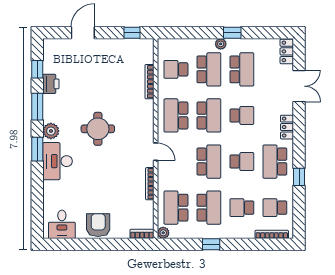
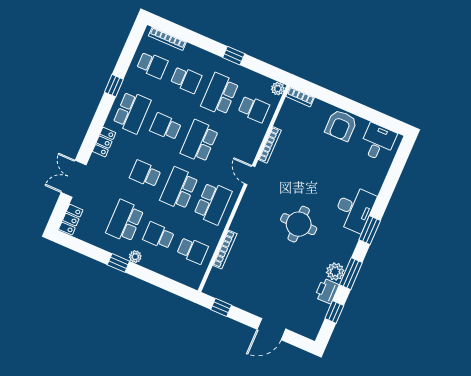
school desk: (209, 69) -> (159, 236), width x0.54
plant: (51, 131) -> (335, 272), moved
school desk: (176, 208) -> (254, 109), width x0.54

